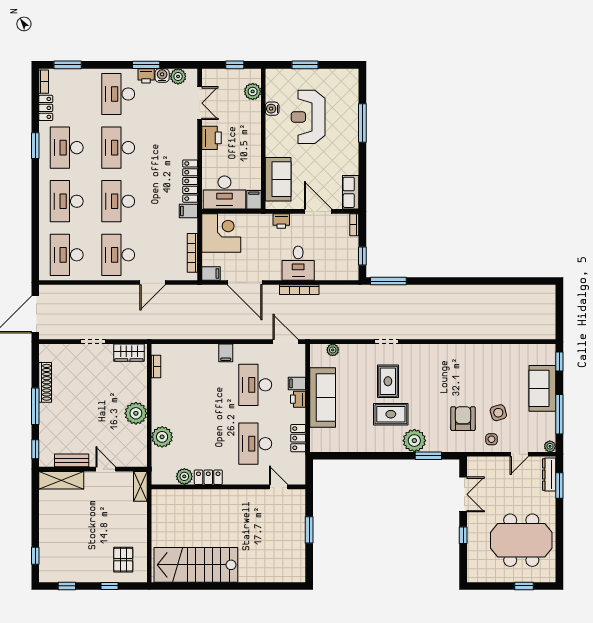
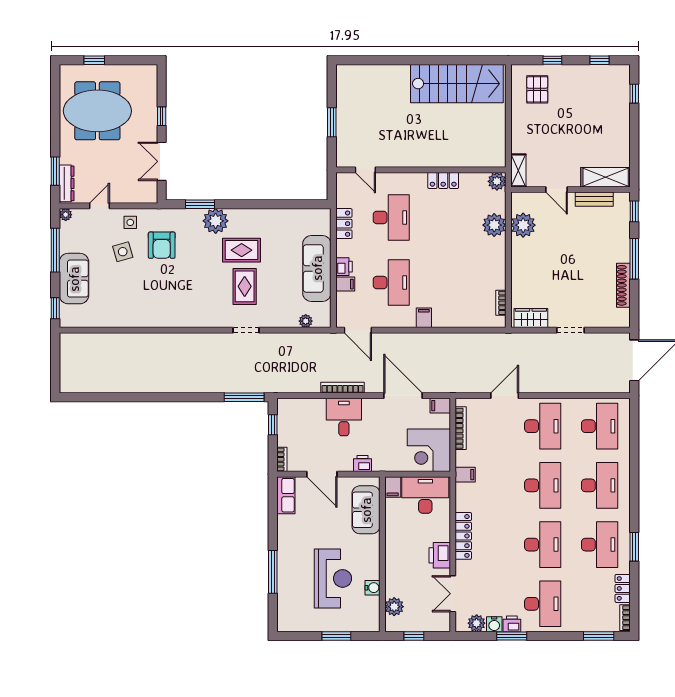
locker: (190, 181) -> (463, 536), moved
plant: (136, 413) -> (523, 225), moved
plant: (184, 476) -> (497, 181), moved

